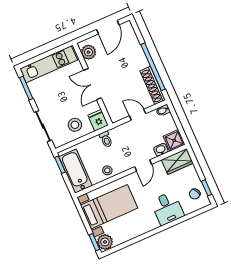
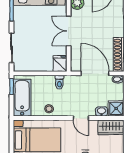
door: (138, 115) -> (95, 73), width x1.87
stool: (75, 125) -> (39, 59), removed
door: (143, 166) -> (81, 118), hinge flipped

